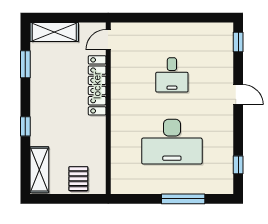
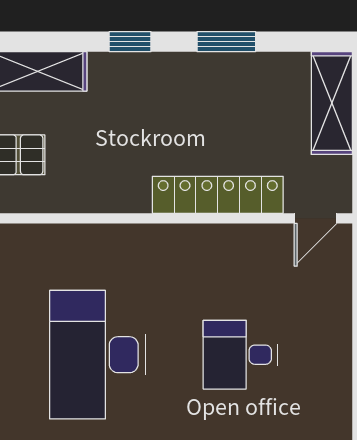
door: (108, 40) -> (316, 218), swing flipped
window: (25, 64) -> (226, 42), moved

